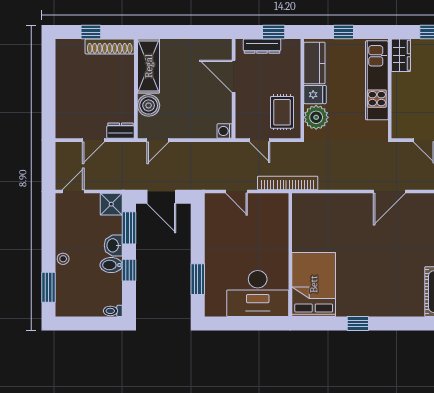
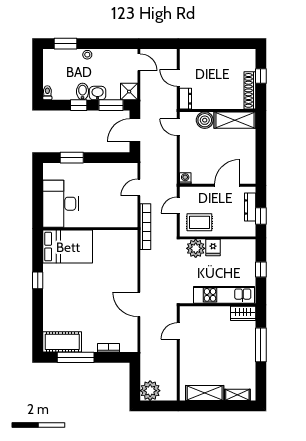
kitchen counter: (314, 63) -> (237, 247), removed

